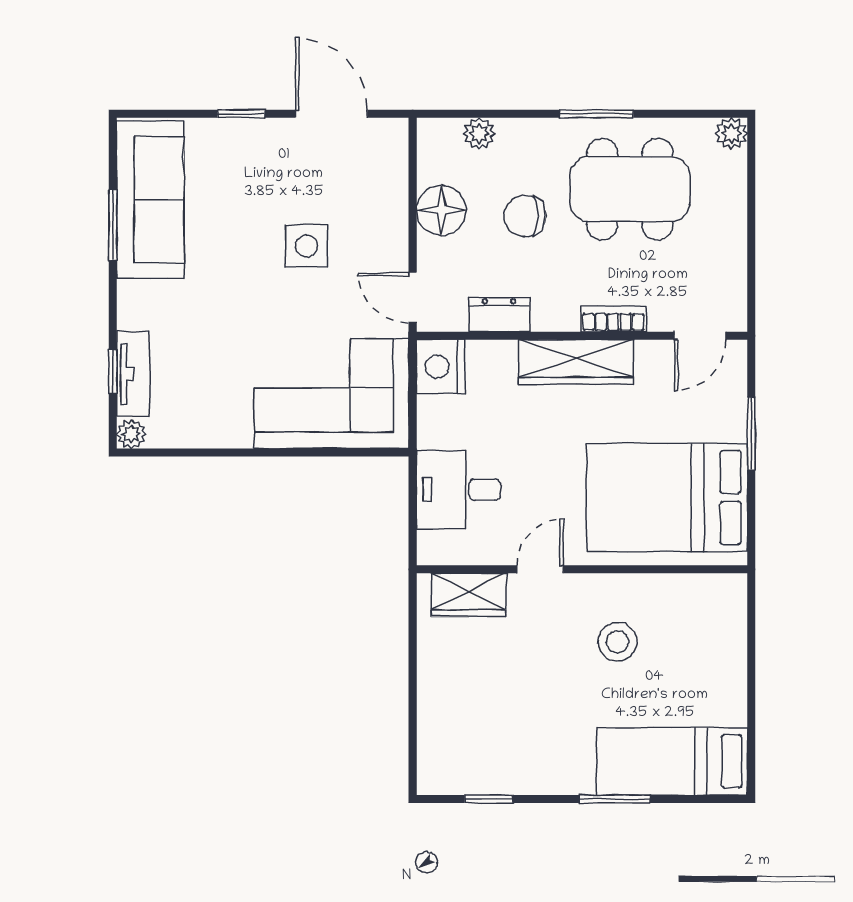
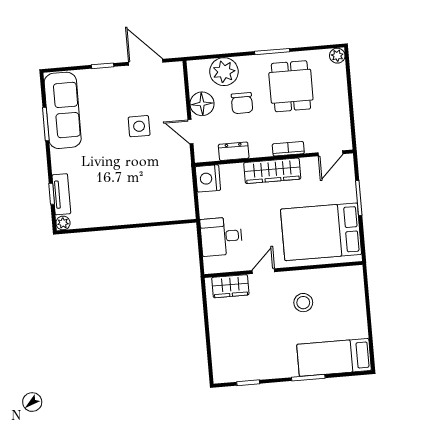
plant: (479, 133) -> (224, 72), width x1.87, depth x1.87
dining table: (630, 189) -> (291, 86), width x0.73
chair: (525, 216) -> (242, 103), turned -90
door: (413, 298) -> (190, 132), moved
corner sofa: (332, 394) -> (157, 196), removed

